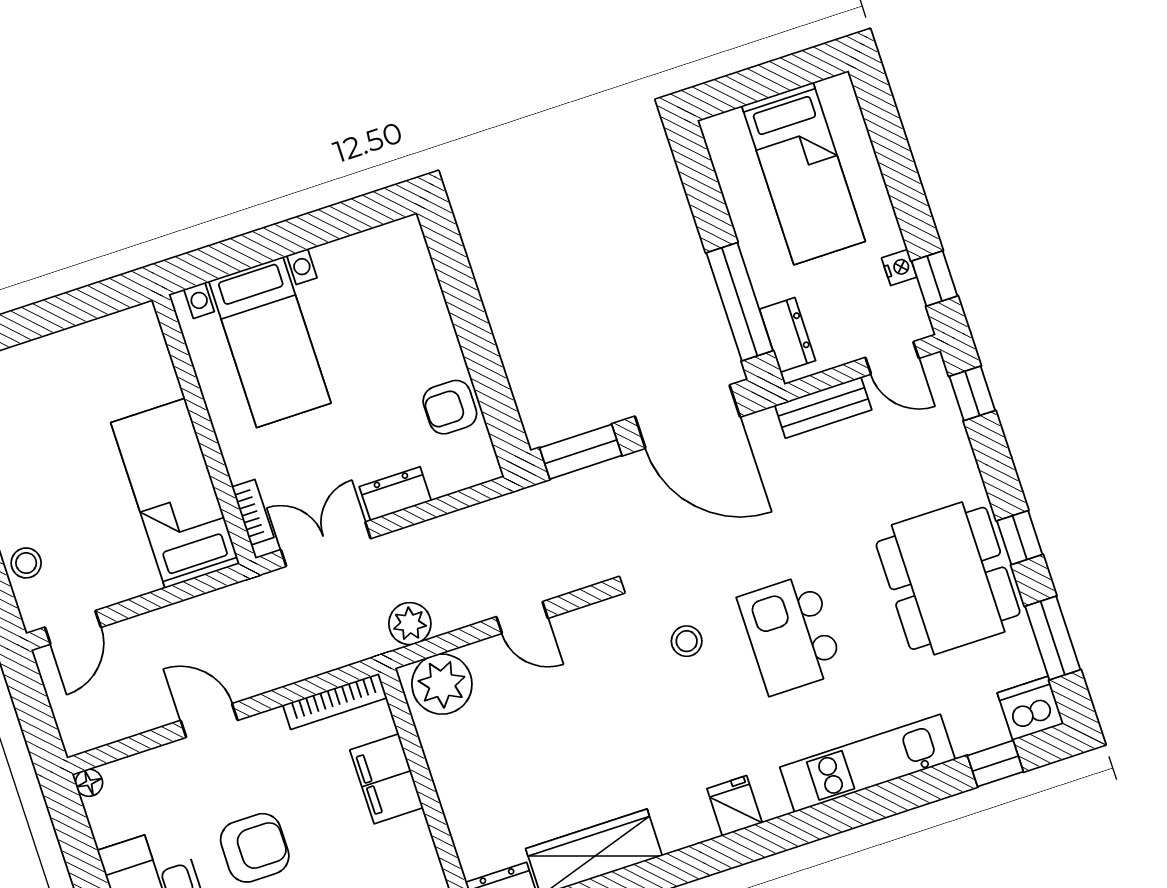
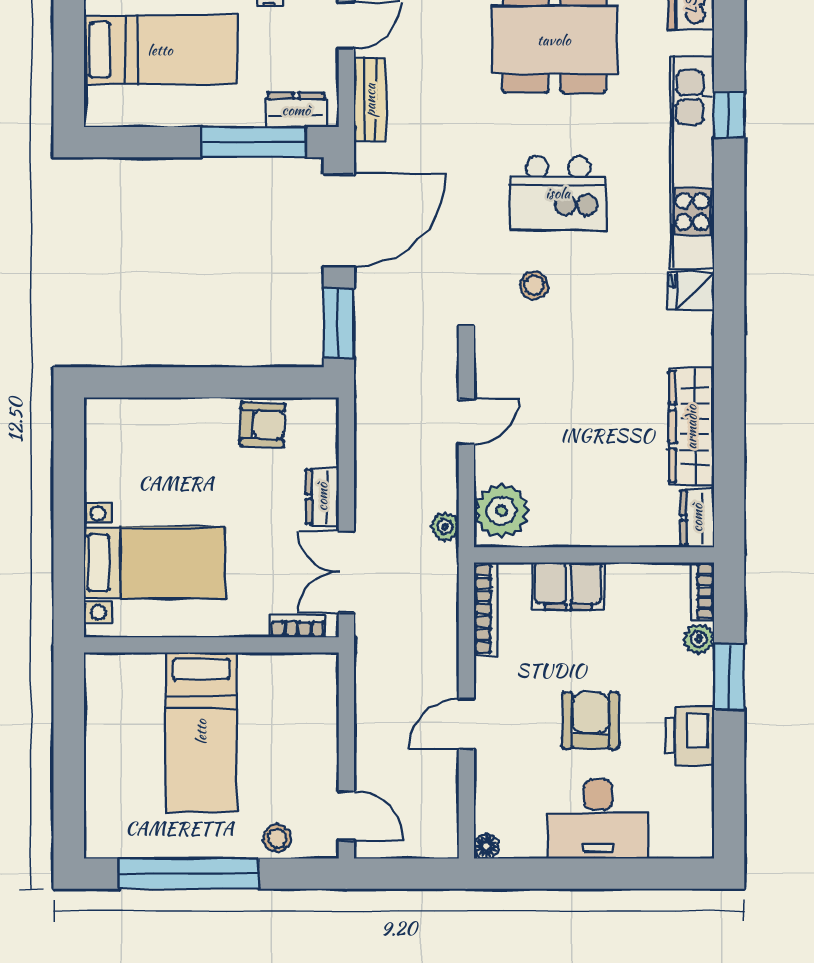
armchair: (450, 407) -> (263, 425), turned -88
bed: (175, 493) -> (201, 732), moved, turned -90
plant: (410, 624) -> (445, 527), width x0.73, depth x0.73
kitchen unit: (868, 763) -> (692, 163), width x1.36
window: (995, 764) -> (729, 115), moved

